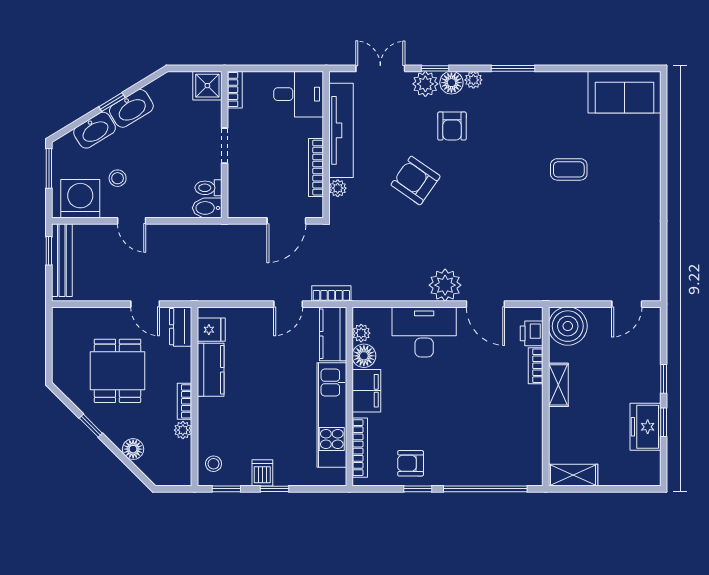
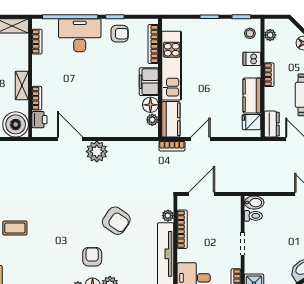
desk: (424, 332) -> (80, 35), moved, turned 180
plant: (183, 430) -> (270, 35), moved
bookcase: (535, 451) -> (37, 42), added
dishwasher: (262, 473) -> (252, 59), moved, turned 90

